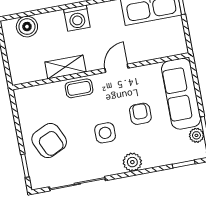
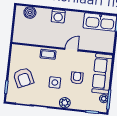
shelving: (65, 67) -> (44, 41), removed

